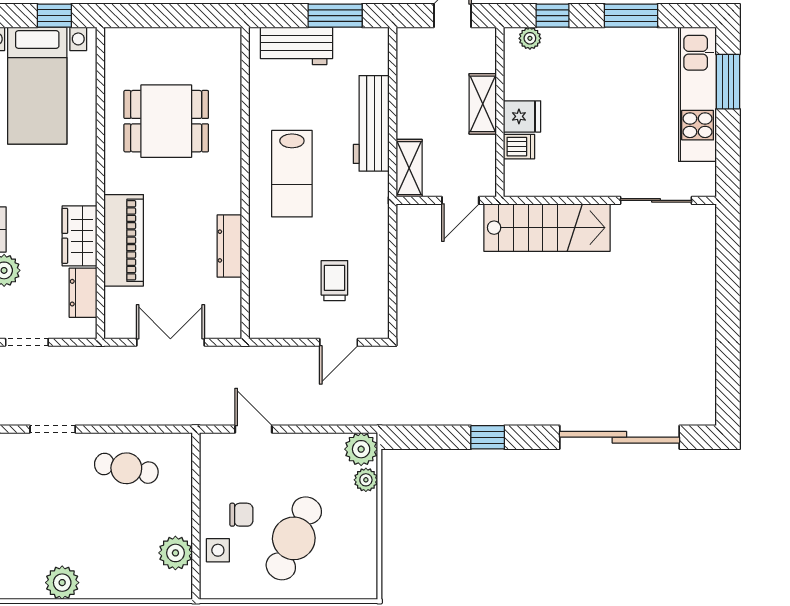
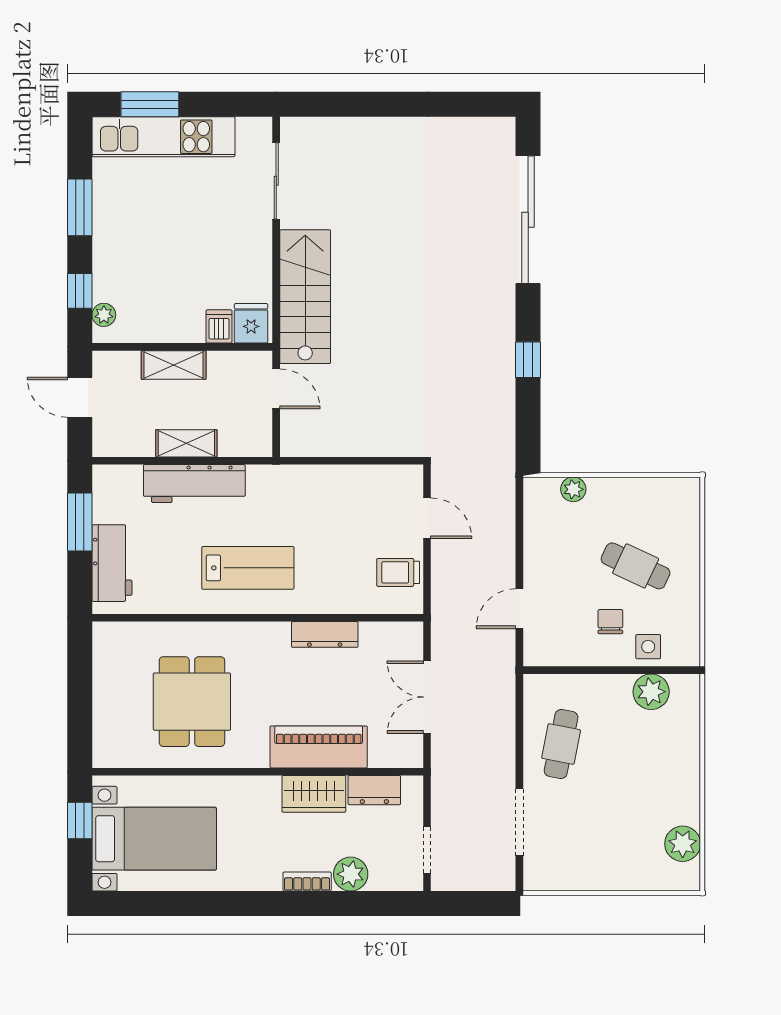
fridge: (522, 116) -> (251, 323), moved
shelving: (409, 168) -> (186, 443), moved
trolley: (334, 281) -> (398, 572), moved
doorway: (53, 429) -> (519, 822), width x1.38
plant: (361, 449) -> (541, 494), removed
cafe table: (294, 538) -> (636, 566), width x0.73, depth x0.74
plant: (62, 583) -> (683, 844), moved

